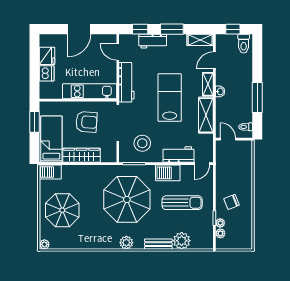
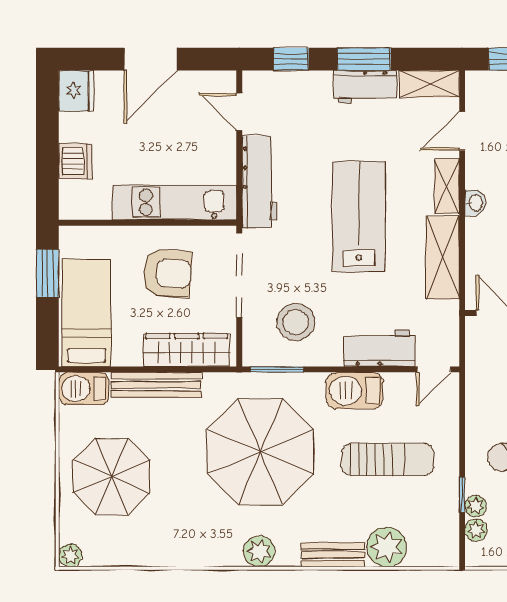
workbench: (153, 41) -> (365, 87), moved
fridge: (47, 56) -> (76, 91), moved
wardrobe: (82, 155) -> (187, 350), moved
bench: (82, 170) -> (156, 385), added

